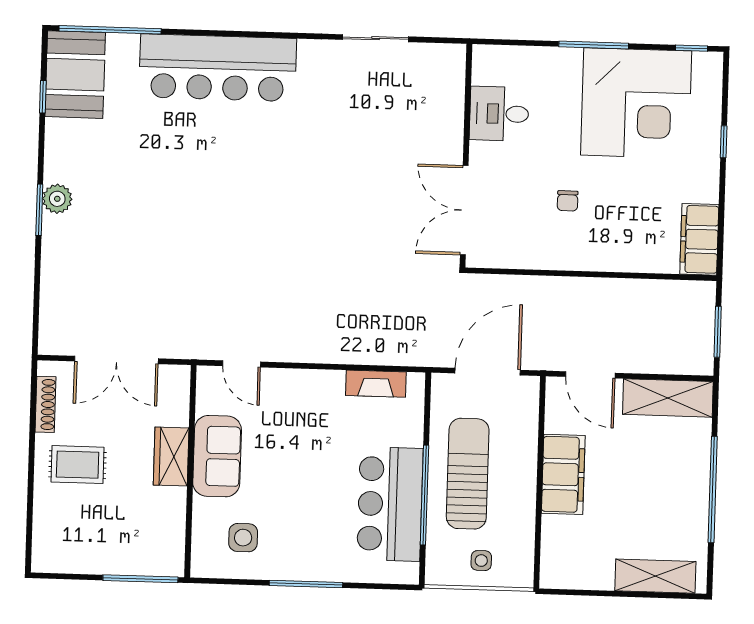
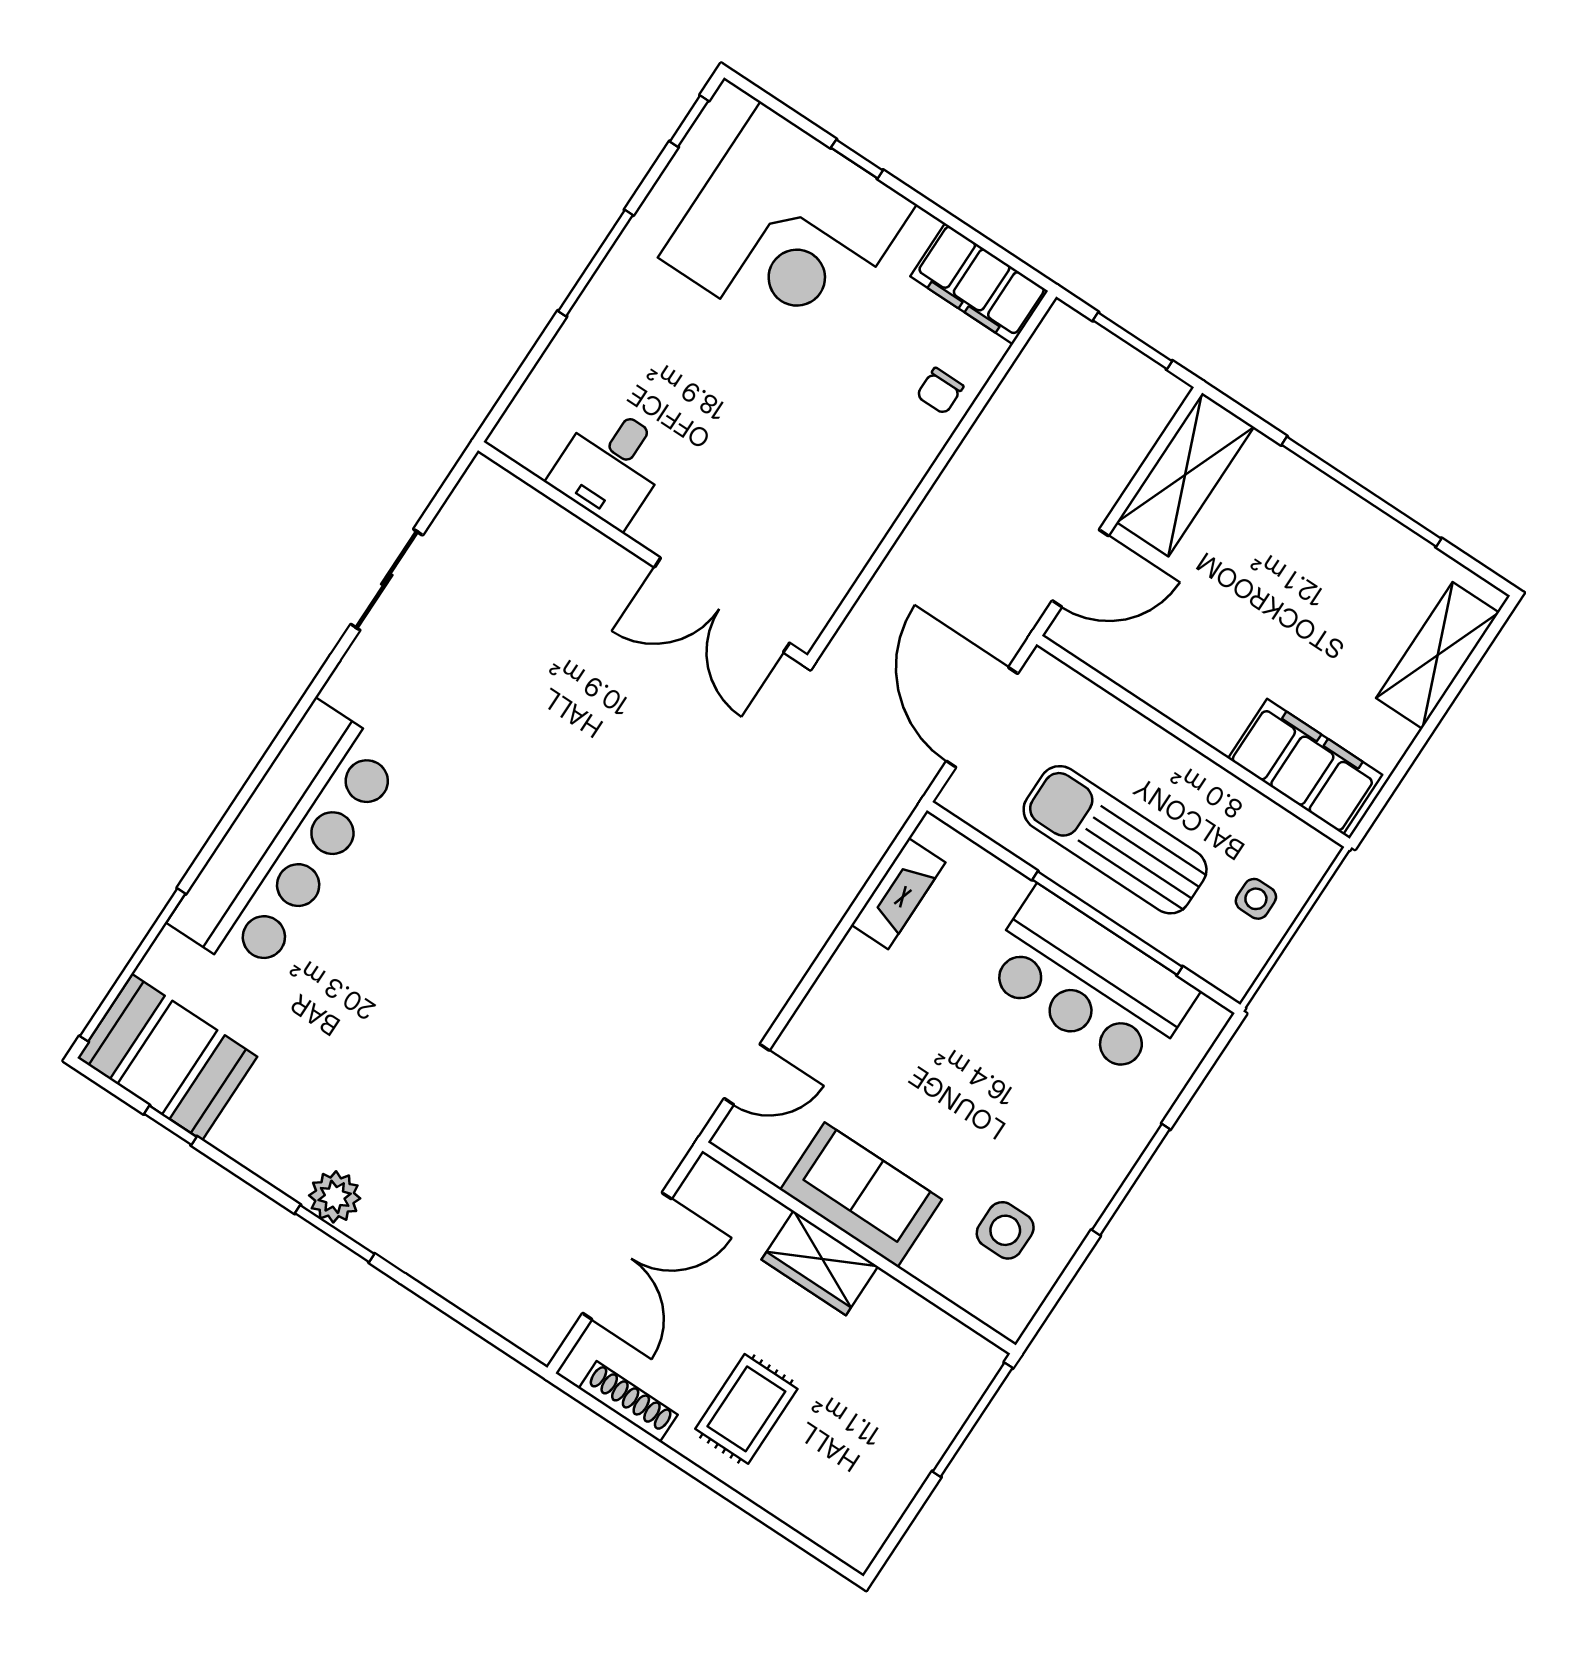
corner desk: (636, 103) -> (787, 231), moved, turned 90
chair: (568, 201) -> (940, 391), moved, turned 90
filing cabinet: (563, 474) -> (1305, 766), moved

